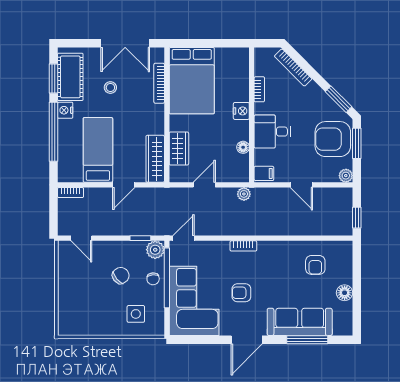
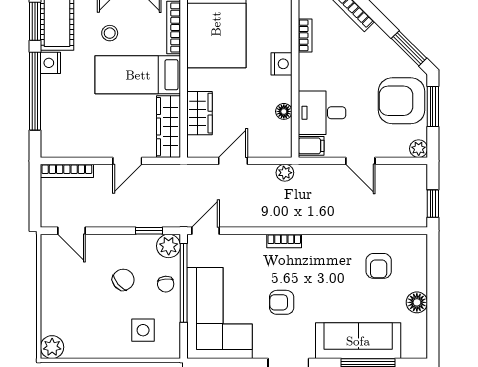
desk: (272, 132) -> (322, 113), moved
bed: (98, 150) -> (138, 75), moved, turned -90
bookcase: (71, 193) -> (67, 171), width x1.56
plant: (66, 327) -> (52, 347), added

